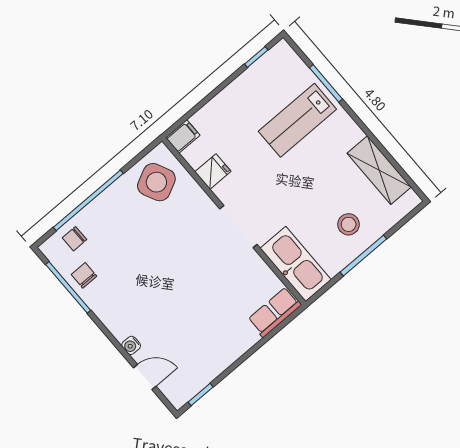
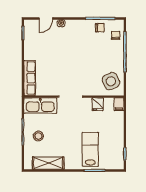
row of seats: (275, 312) -> (30, 78), width x1.48

